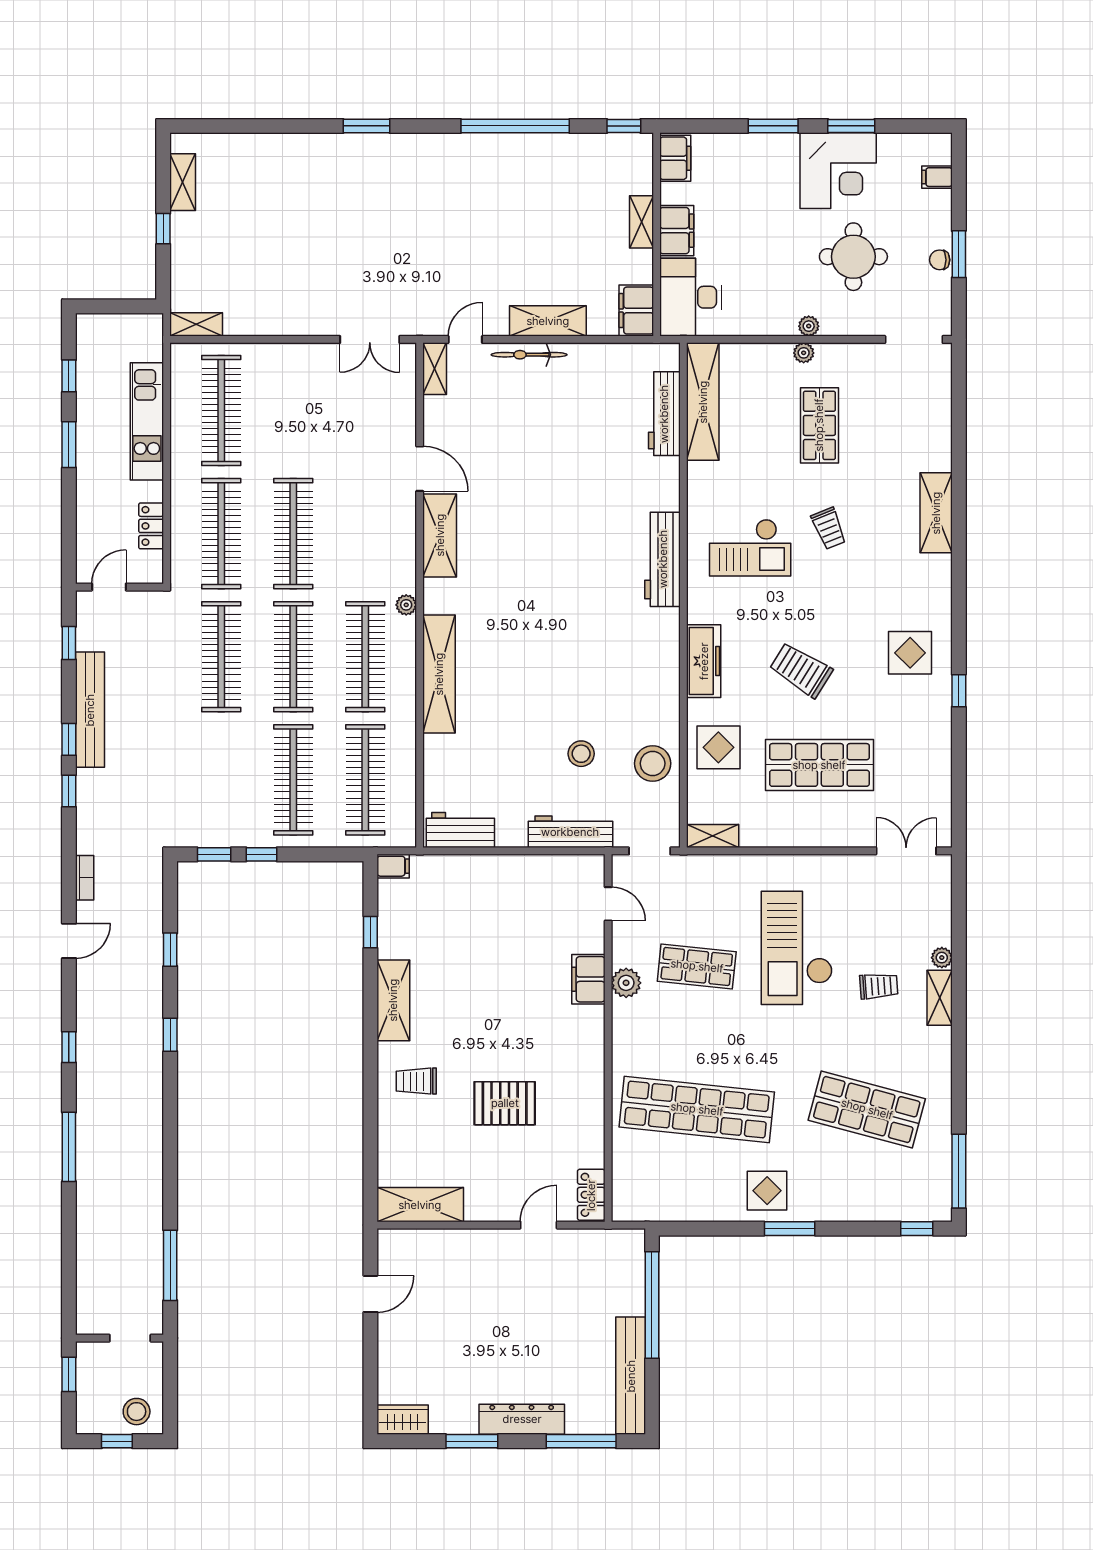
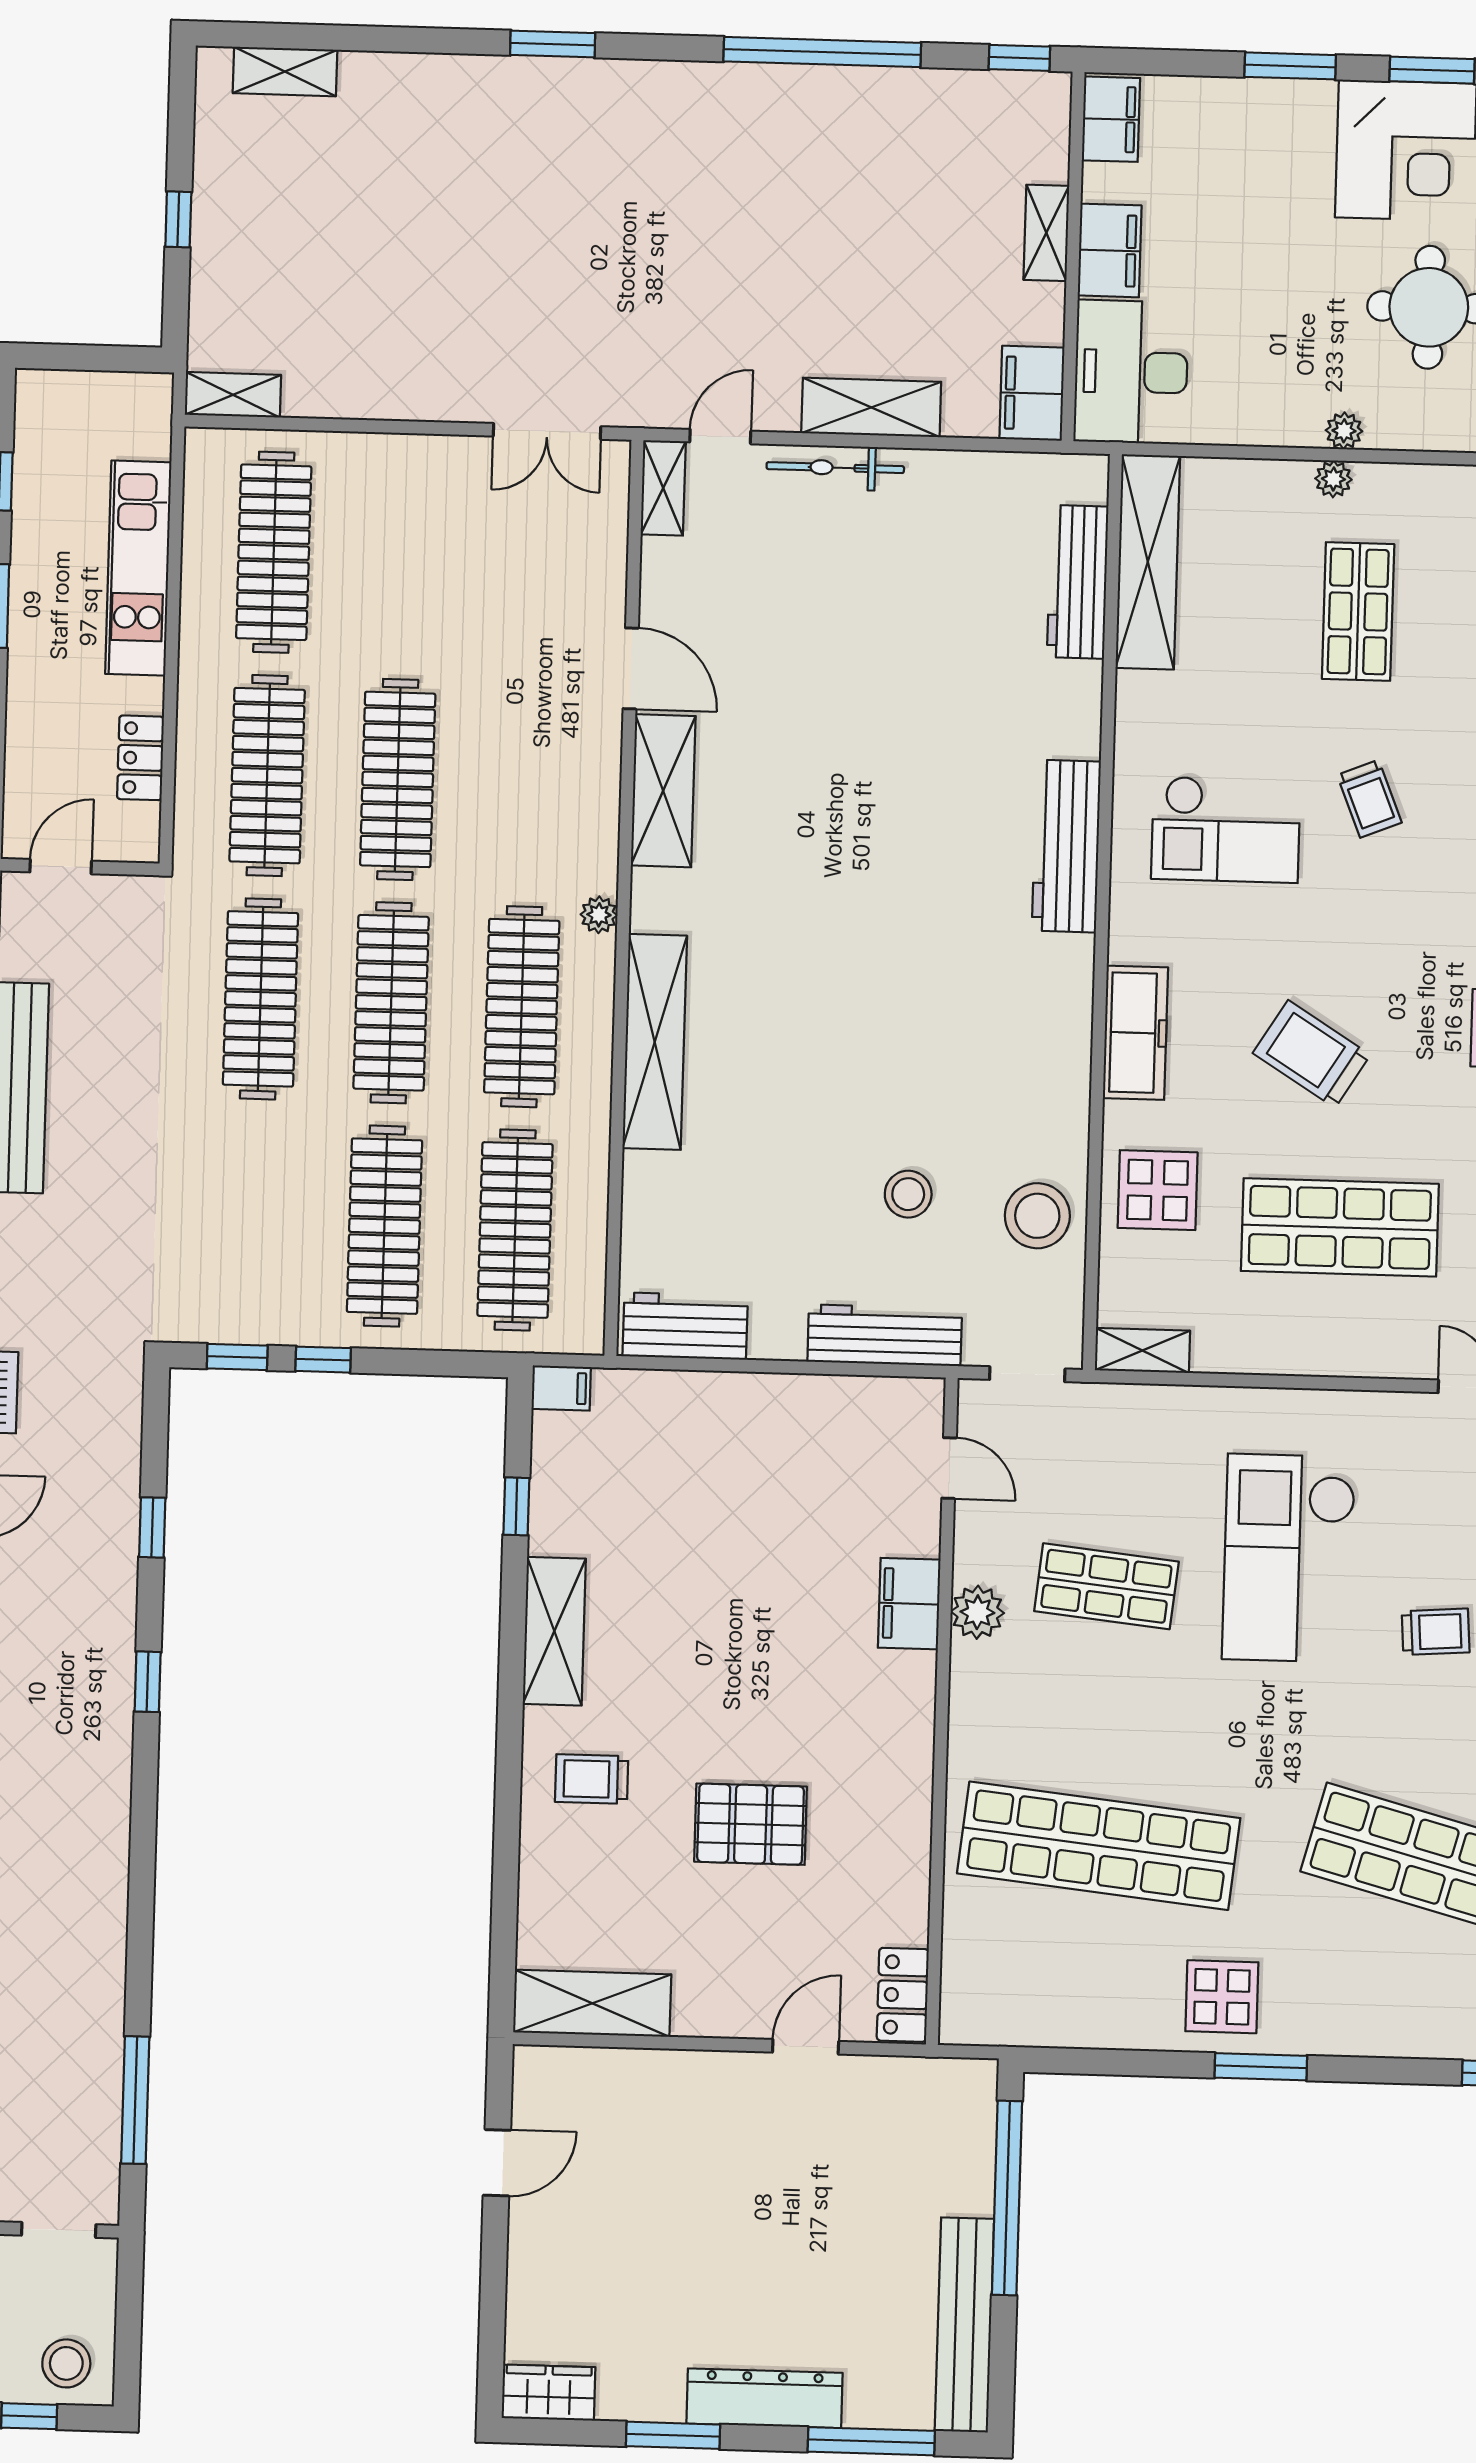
shelving: (183, 182) -> (285, 72), moved, turned 90

